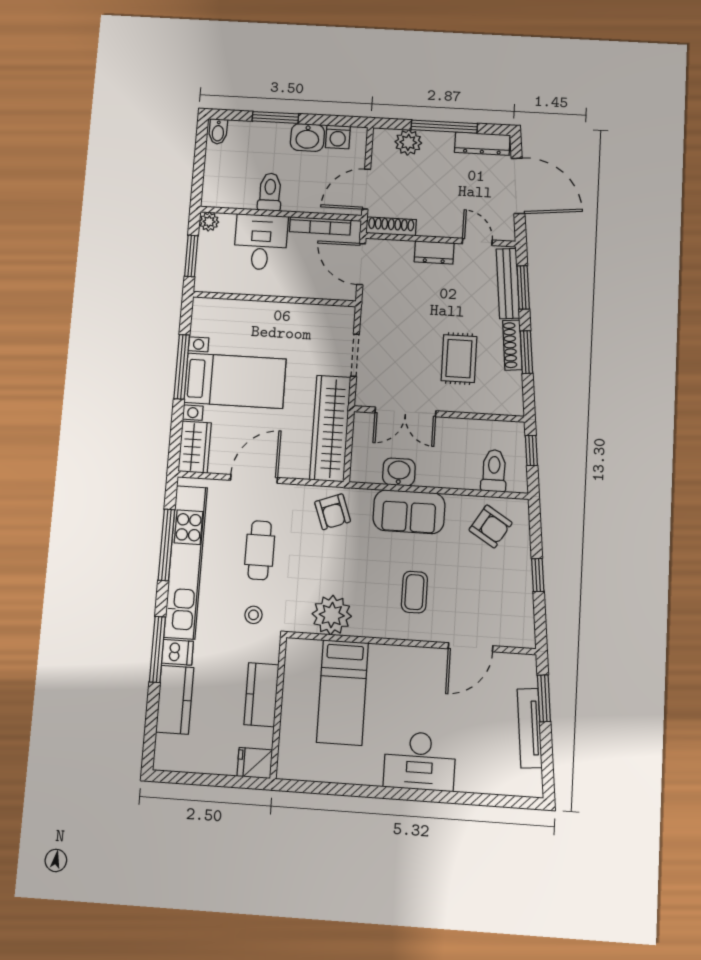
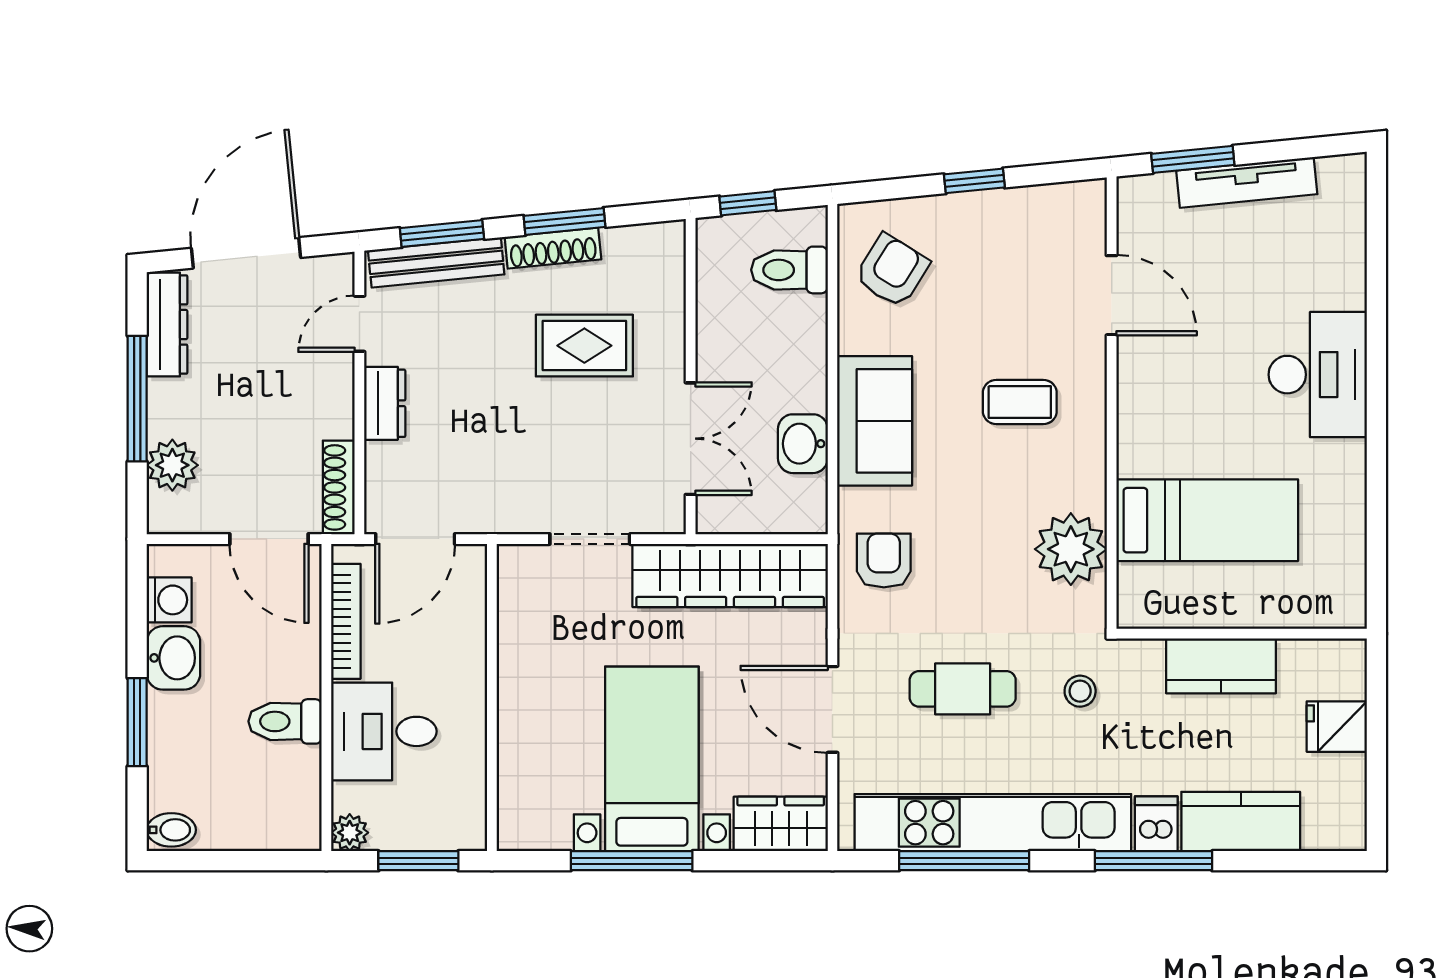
armchair: (333, 512) -> (884, 561), turned -70
fridge: (255, 763) -> (1337, 727), moved, turned 90

